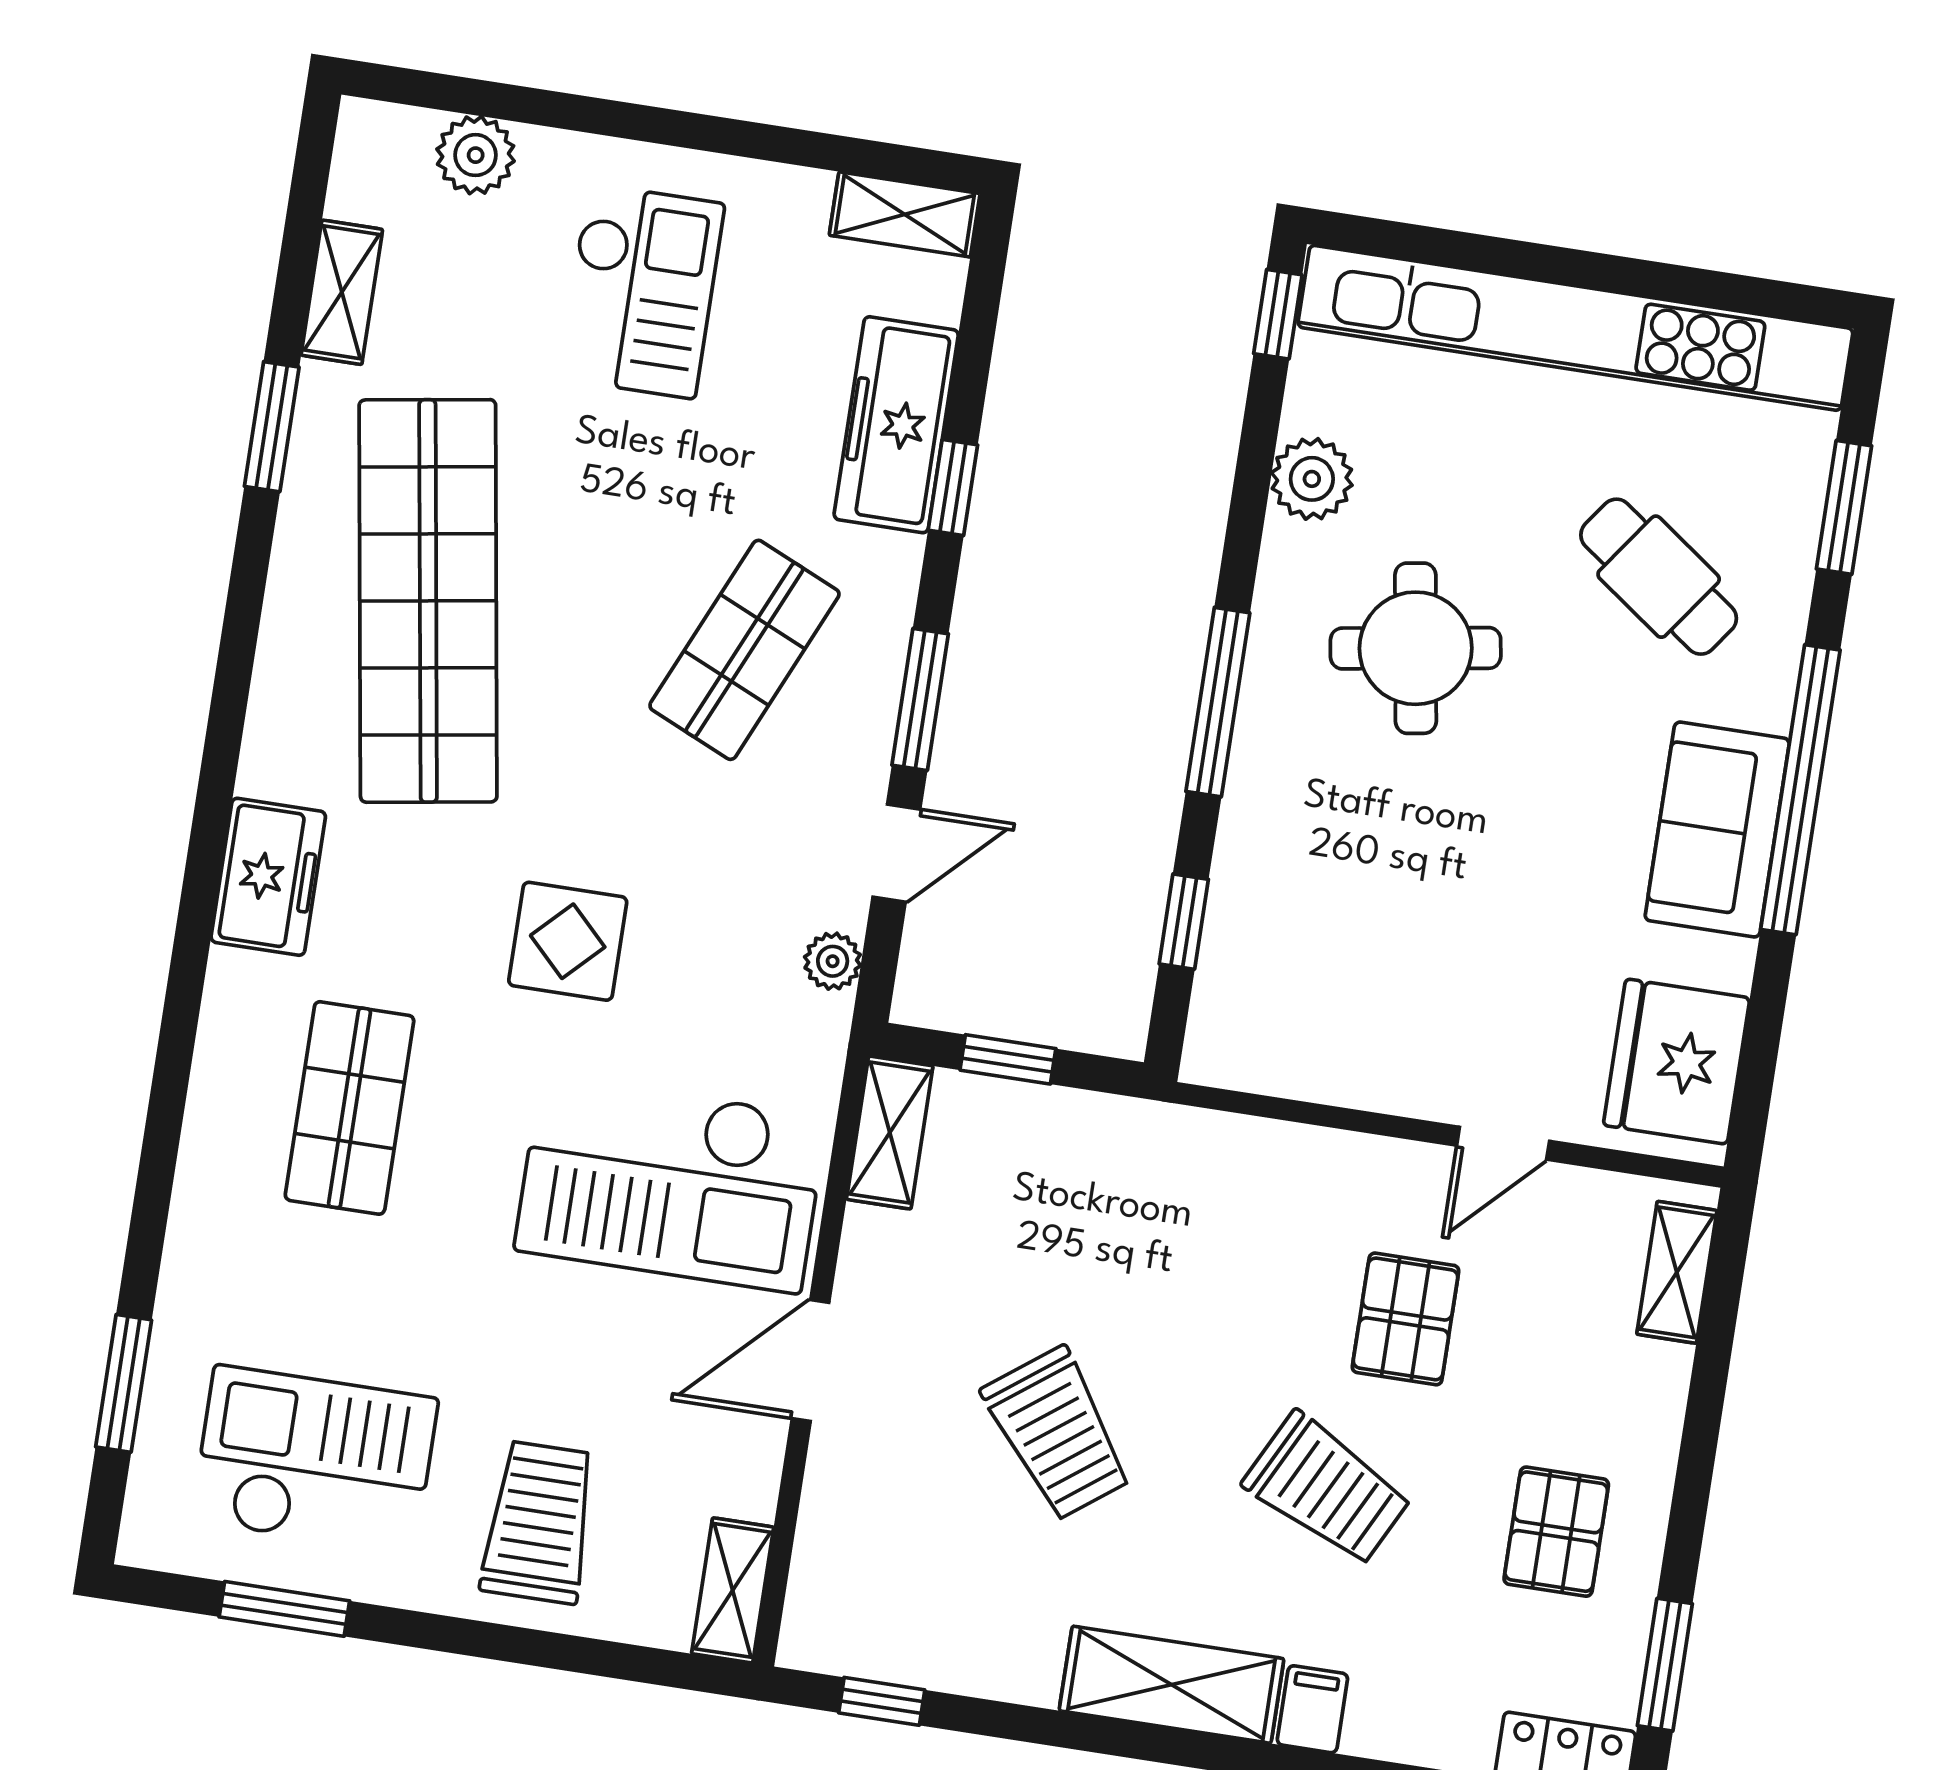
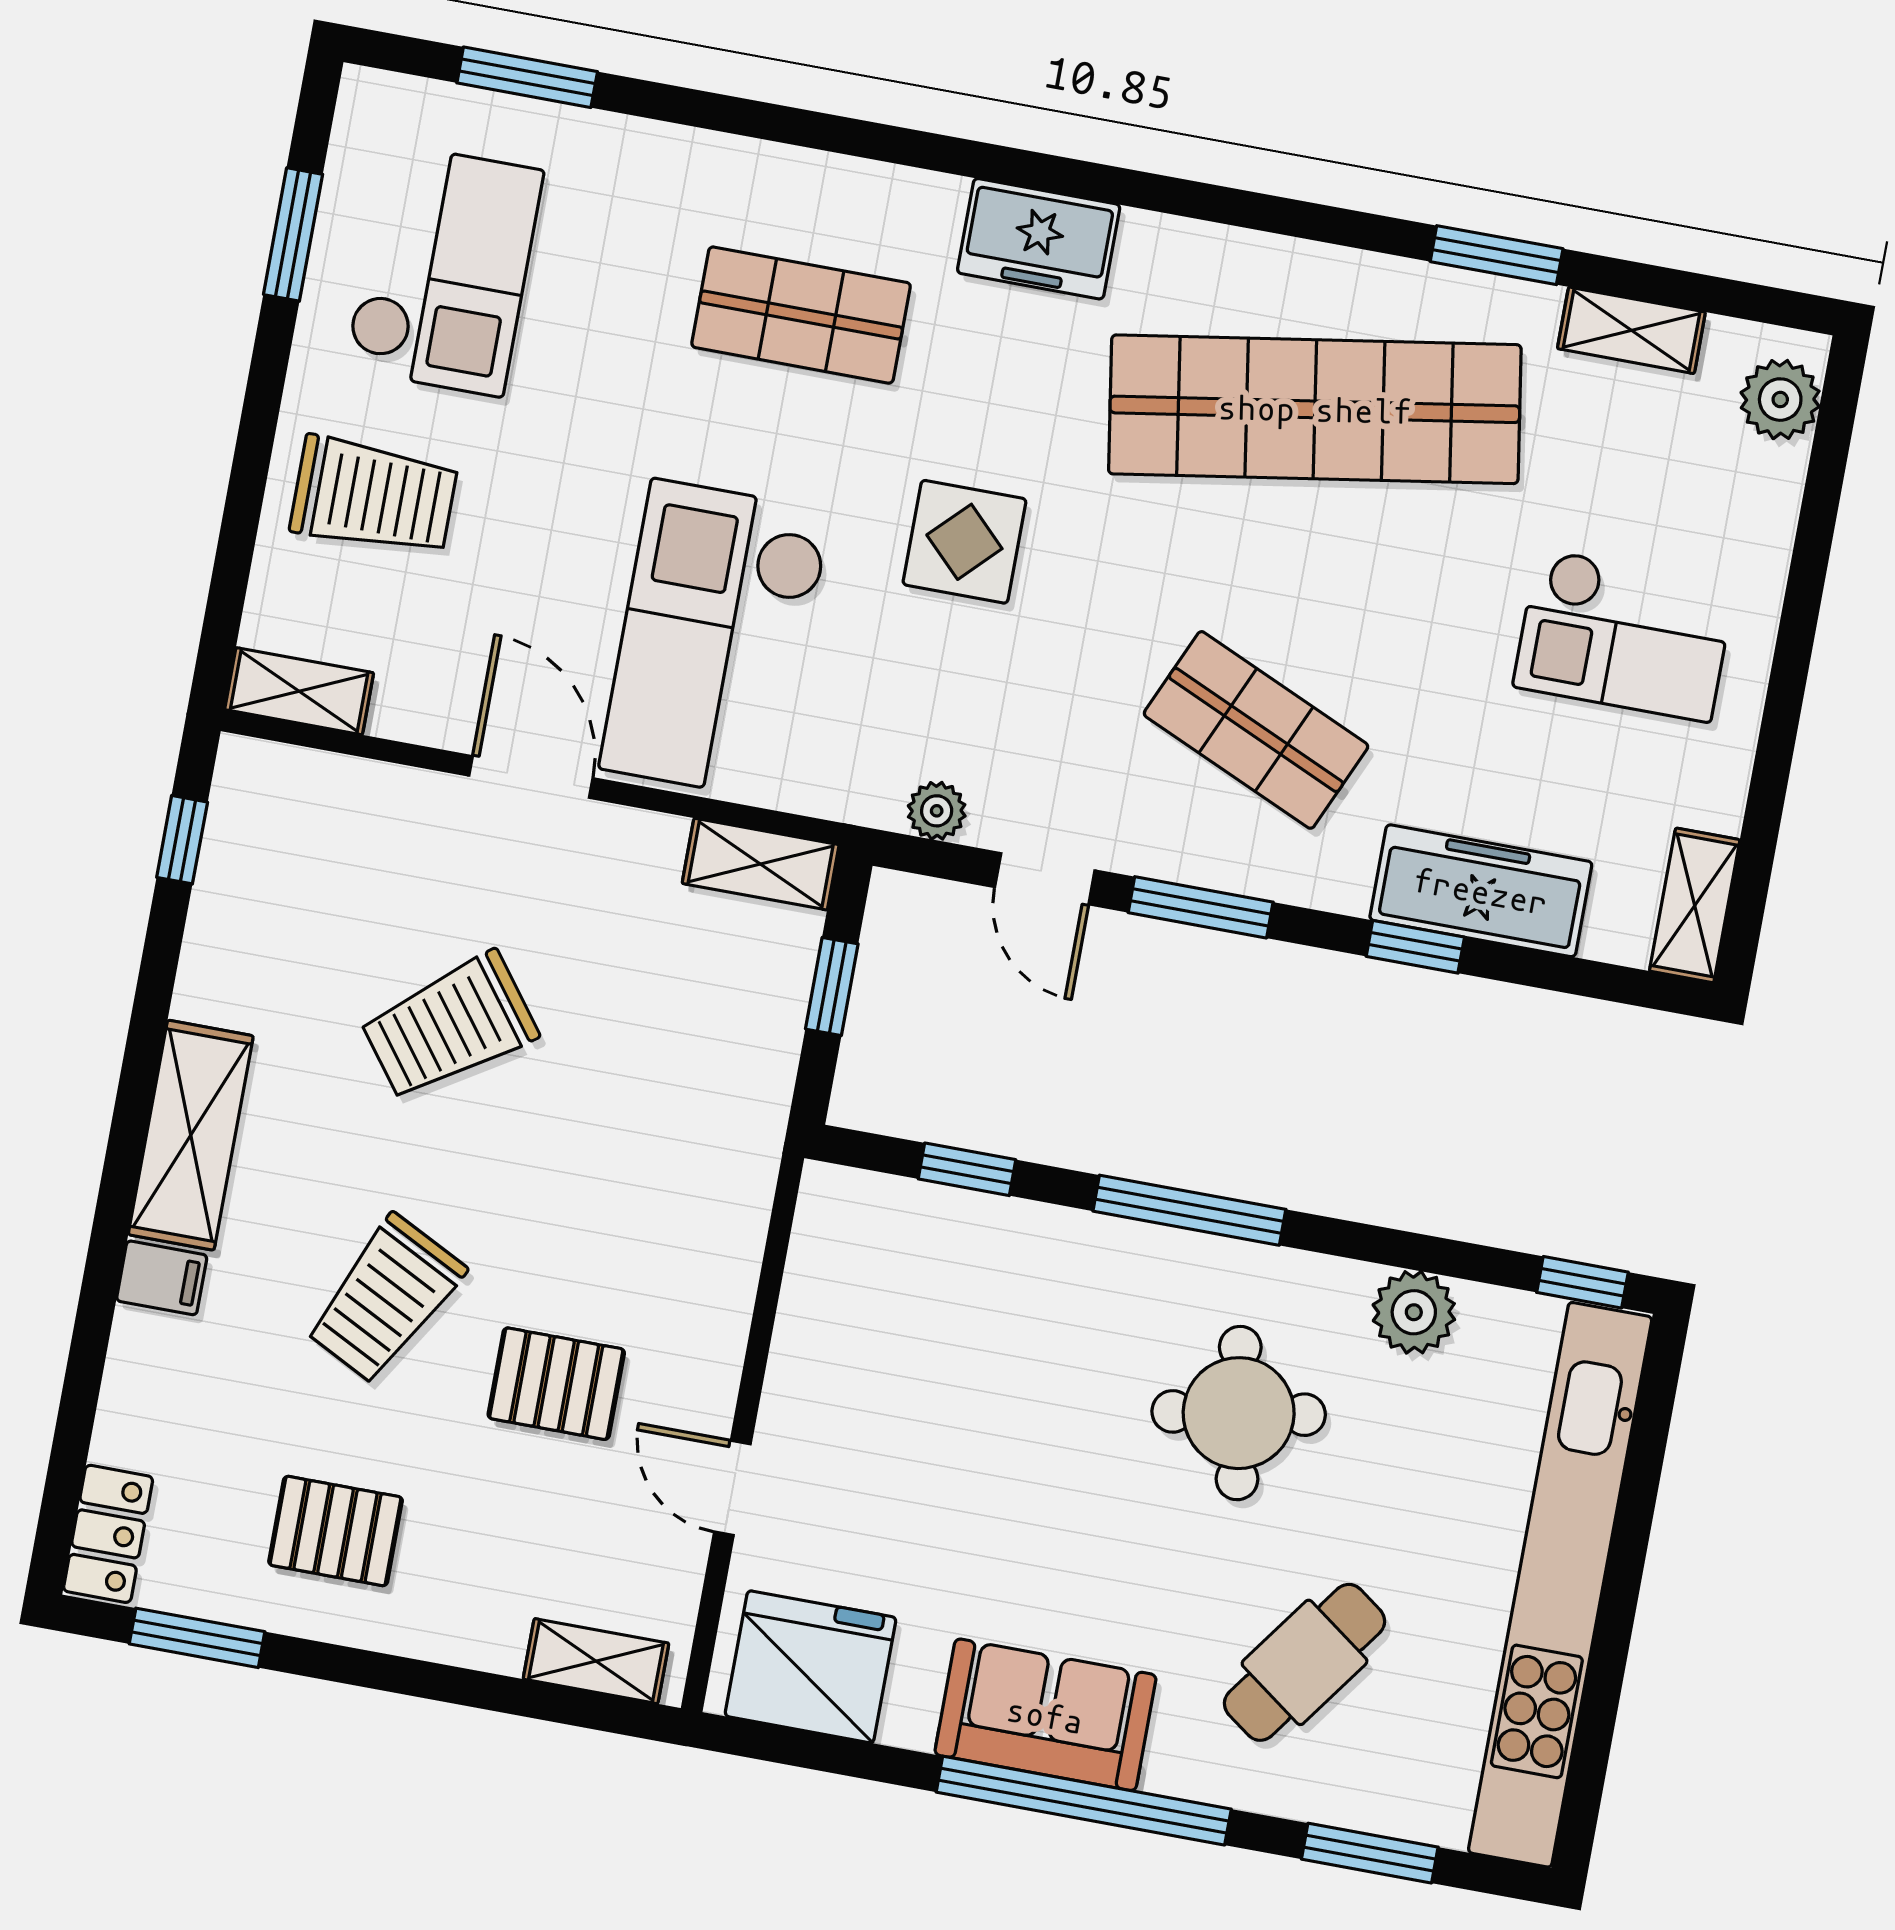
plant: (476, 155) -> (1780, 400), moved

